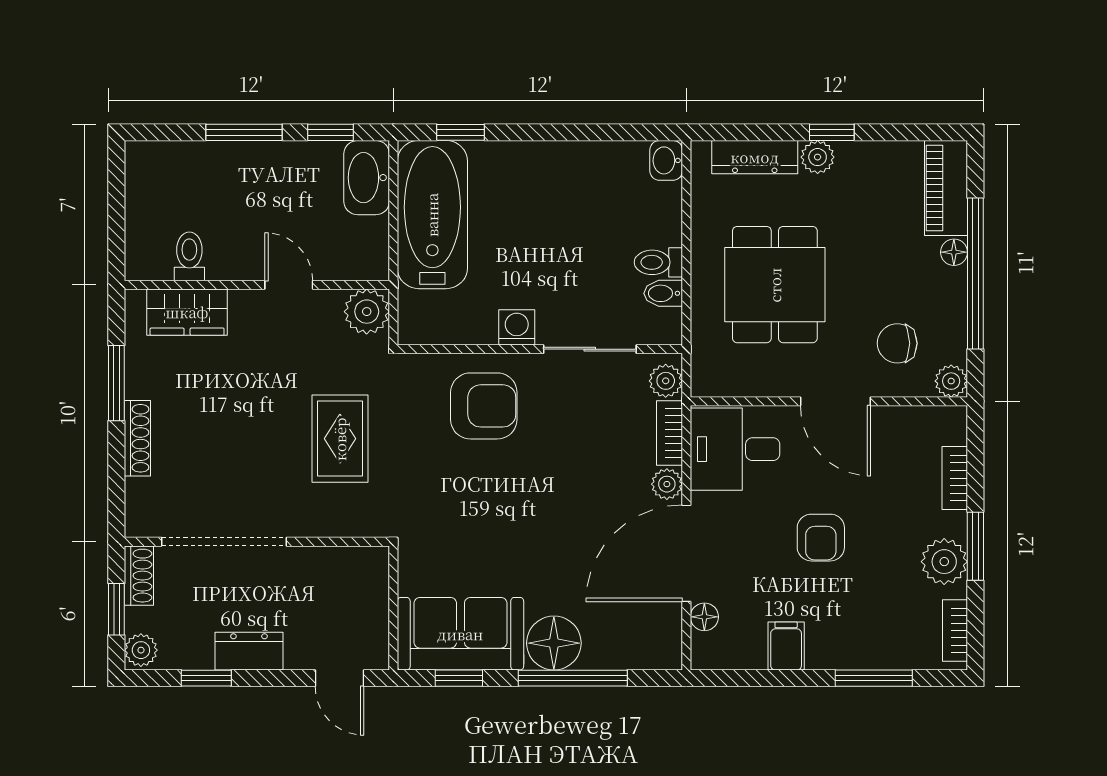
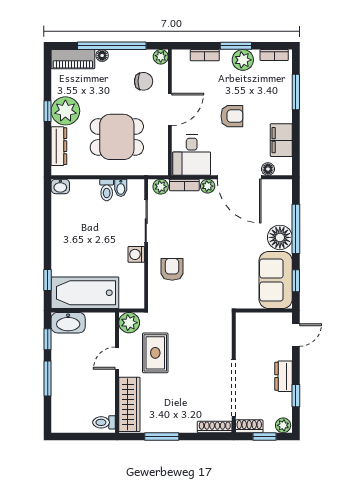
plant: (818, 157) -> (65, 111), width x1.87, depth x1.87
toilet: (189, 256) -> (104, 422), moved
wardrobe: (187, 312) -> (129, 404), width x1.50
chair: (897, 343) -> (144, 81), turned -90
armchair: (484, 406) -> (172, 269), width x0.72, depth x0.72
shoe rack: (137, 438) -> (215, 427), moved
rug: (340, 439) -> (155, 353), moved, turned 90
filing cabinet: (786, 646) -> (281, 140), width x2.00

